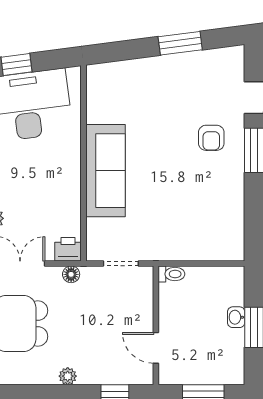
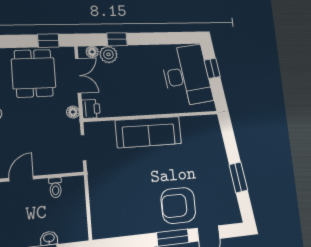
armchair: (211, 138) -> (178, 205), width x1.88, depth x1.88
toilet: (171, 274) -> (55, 188), moved

